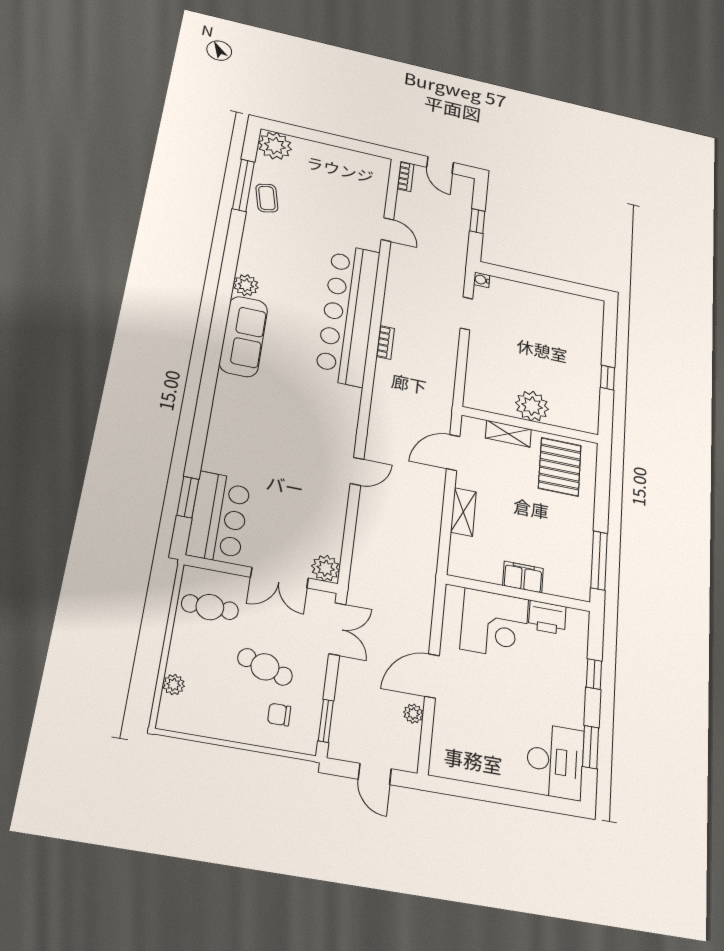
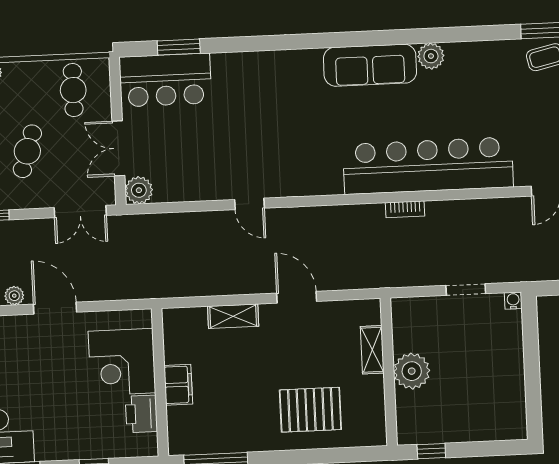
plant: (532, 406) -> (412, 371), moved
wall: (530, 425) -> (389, 372), moved
shelving: (508, 434) -> (372, 350), moved

